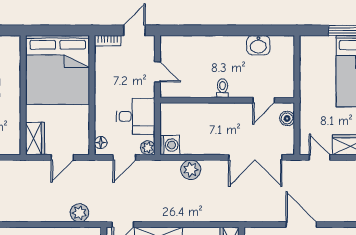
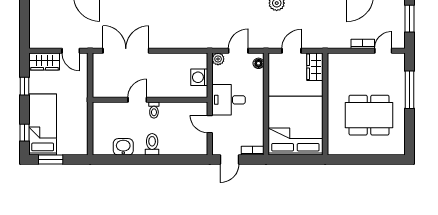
toilet: (225, 48) -> (152, 144), added
door: (264, 100) -> (137, 100), moved
desk: (136, 116) -> (229, 100), moved
boiler: (287, 118) -> (99, 84), removed
washing machine: (170, 145) -> (199, 77), moved
plant: (191, 170) -> (181, 40), removed

